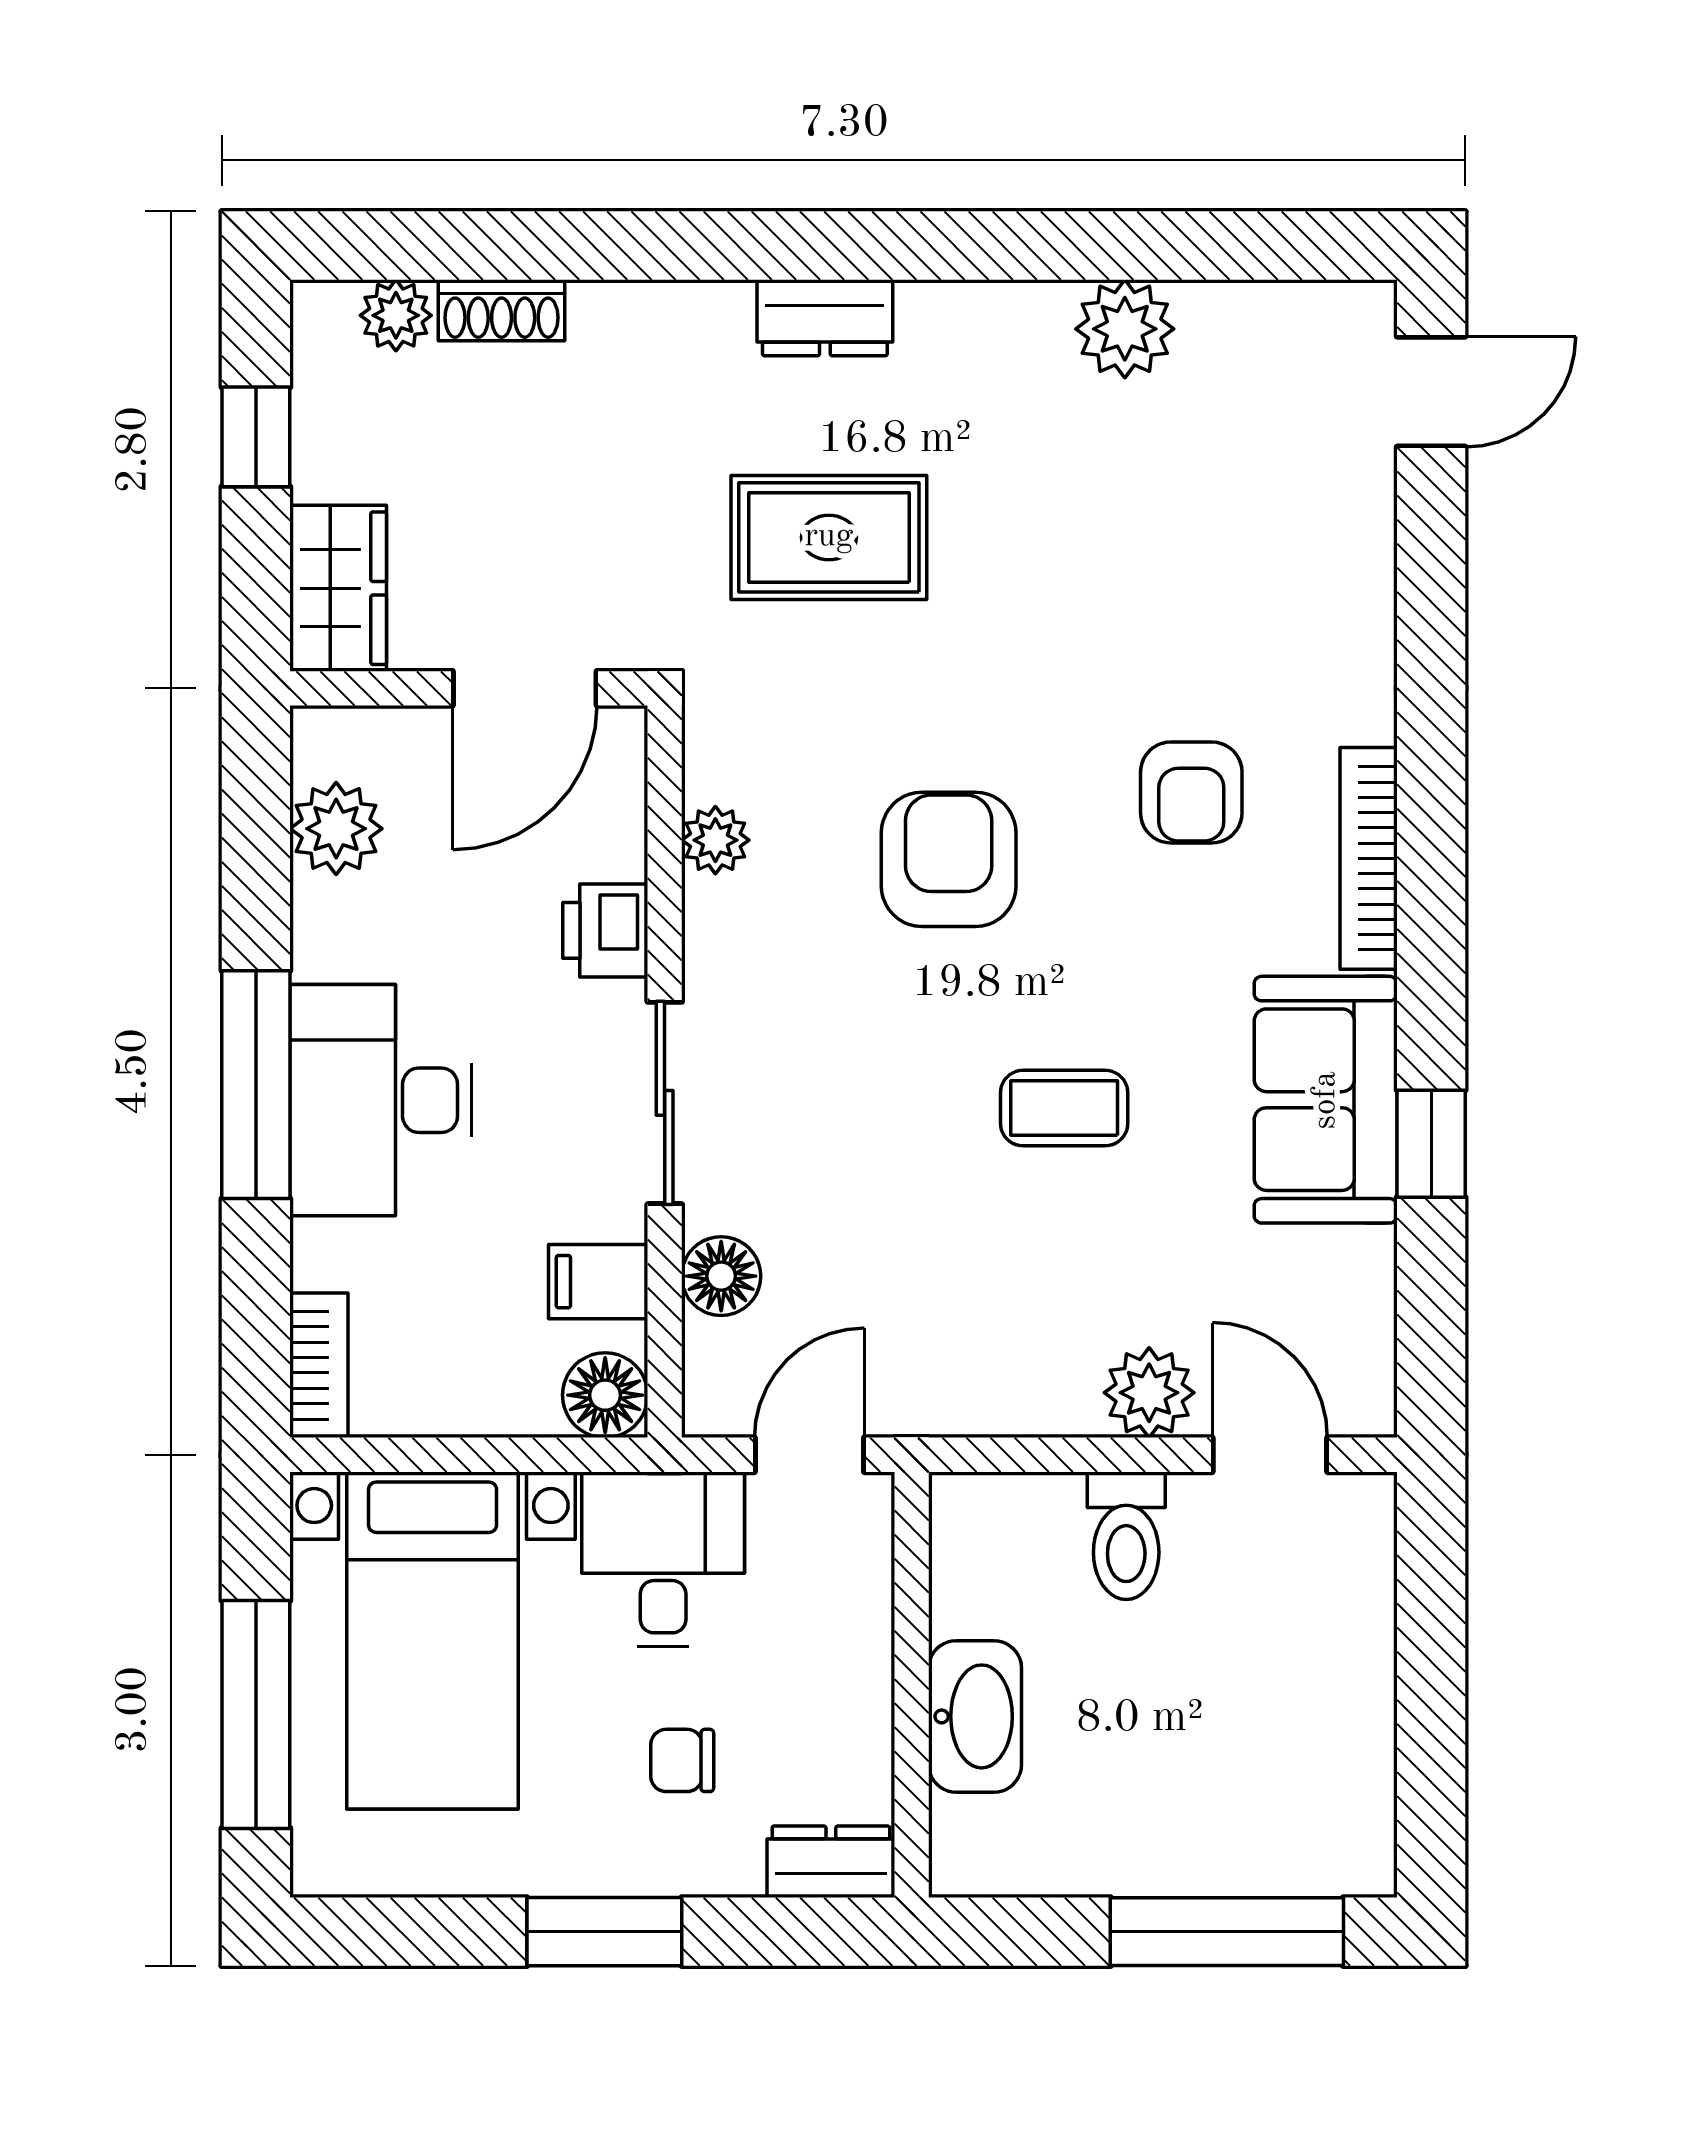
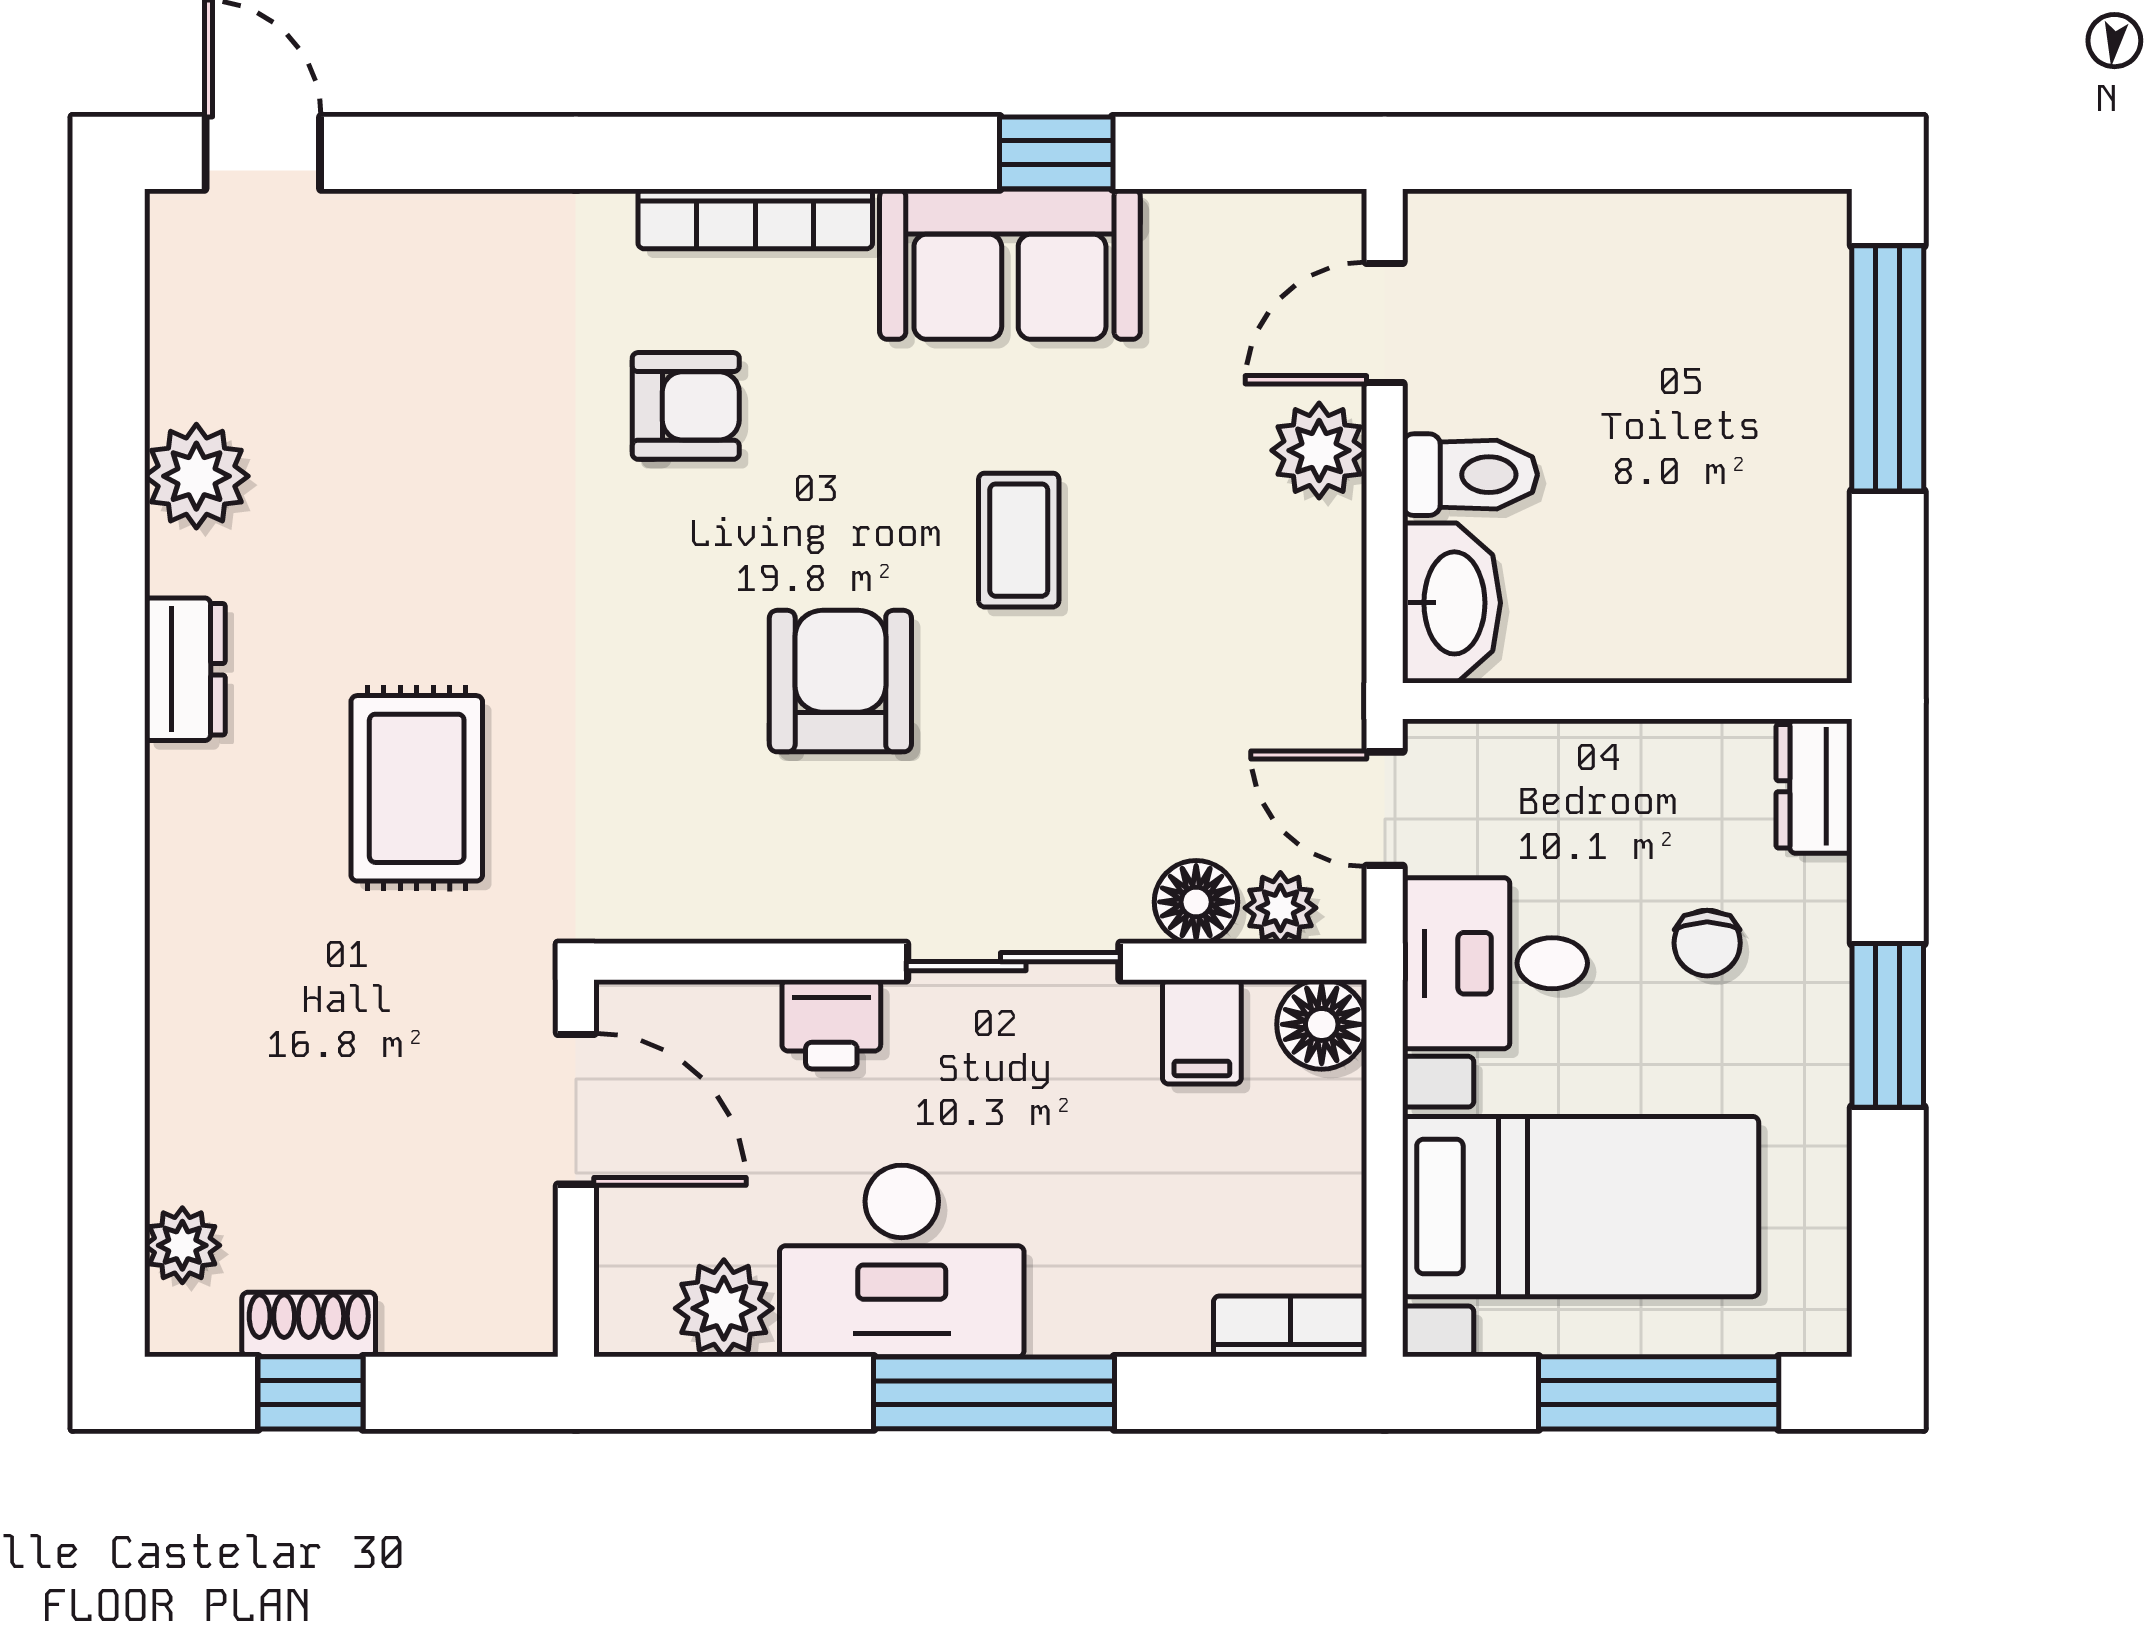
shoe rack: (502, 310) -> (309, 1325), moved, turned -90
dresser: (825, 318) -> (185, 669), moved
wardrobe: (338, 588) -> (470, 1306), removed
plant: (715, 840) -> (1280, 908), moved
armchair: (949, 859) -> (840, 681), moved, turned 90
desk: (381, 1100) -> (902, 1261), moved
washbasin: (975, 1716) -> (1452, 603), moved, turned 90

